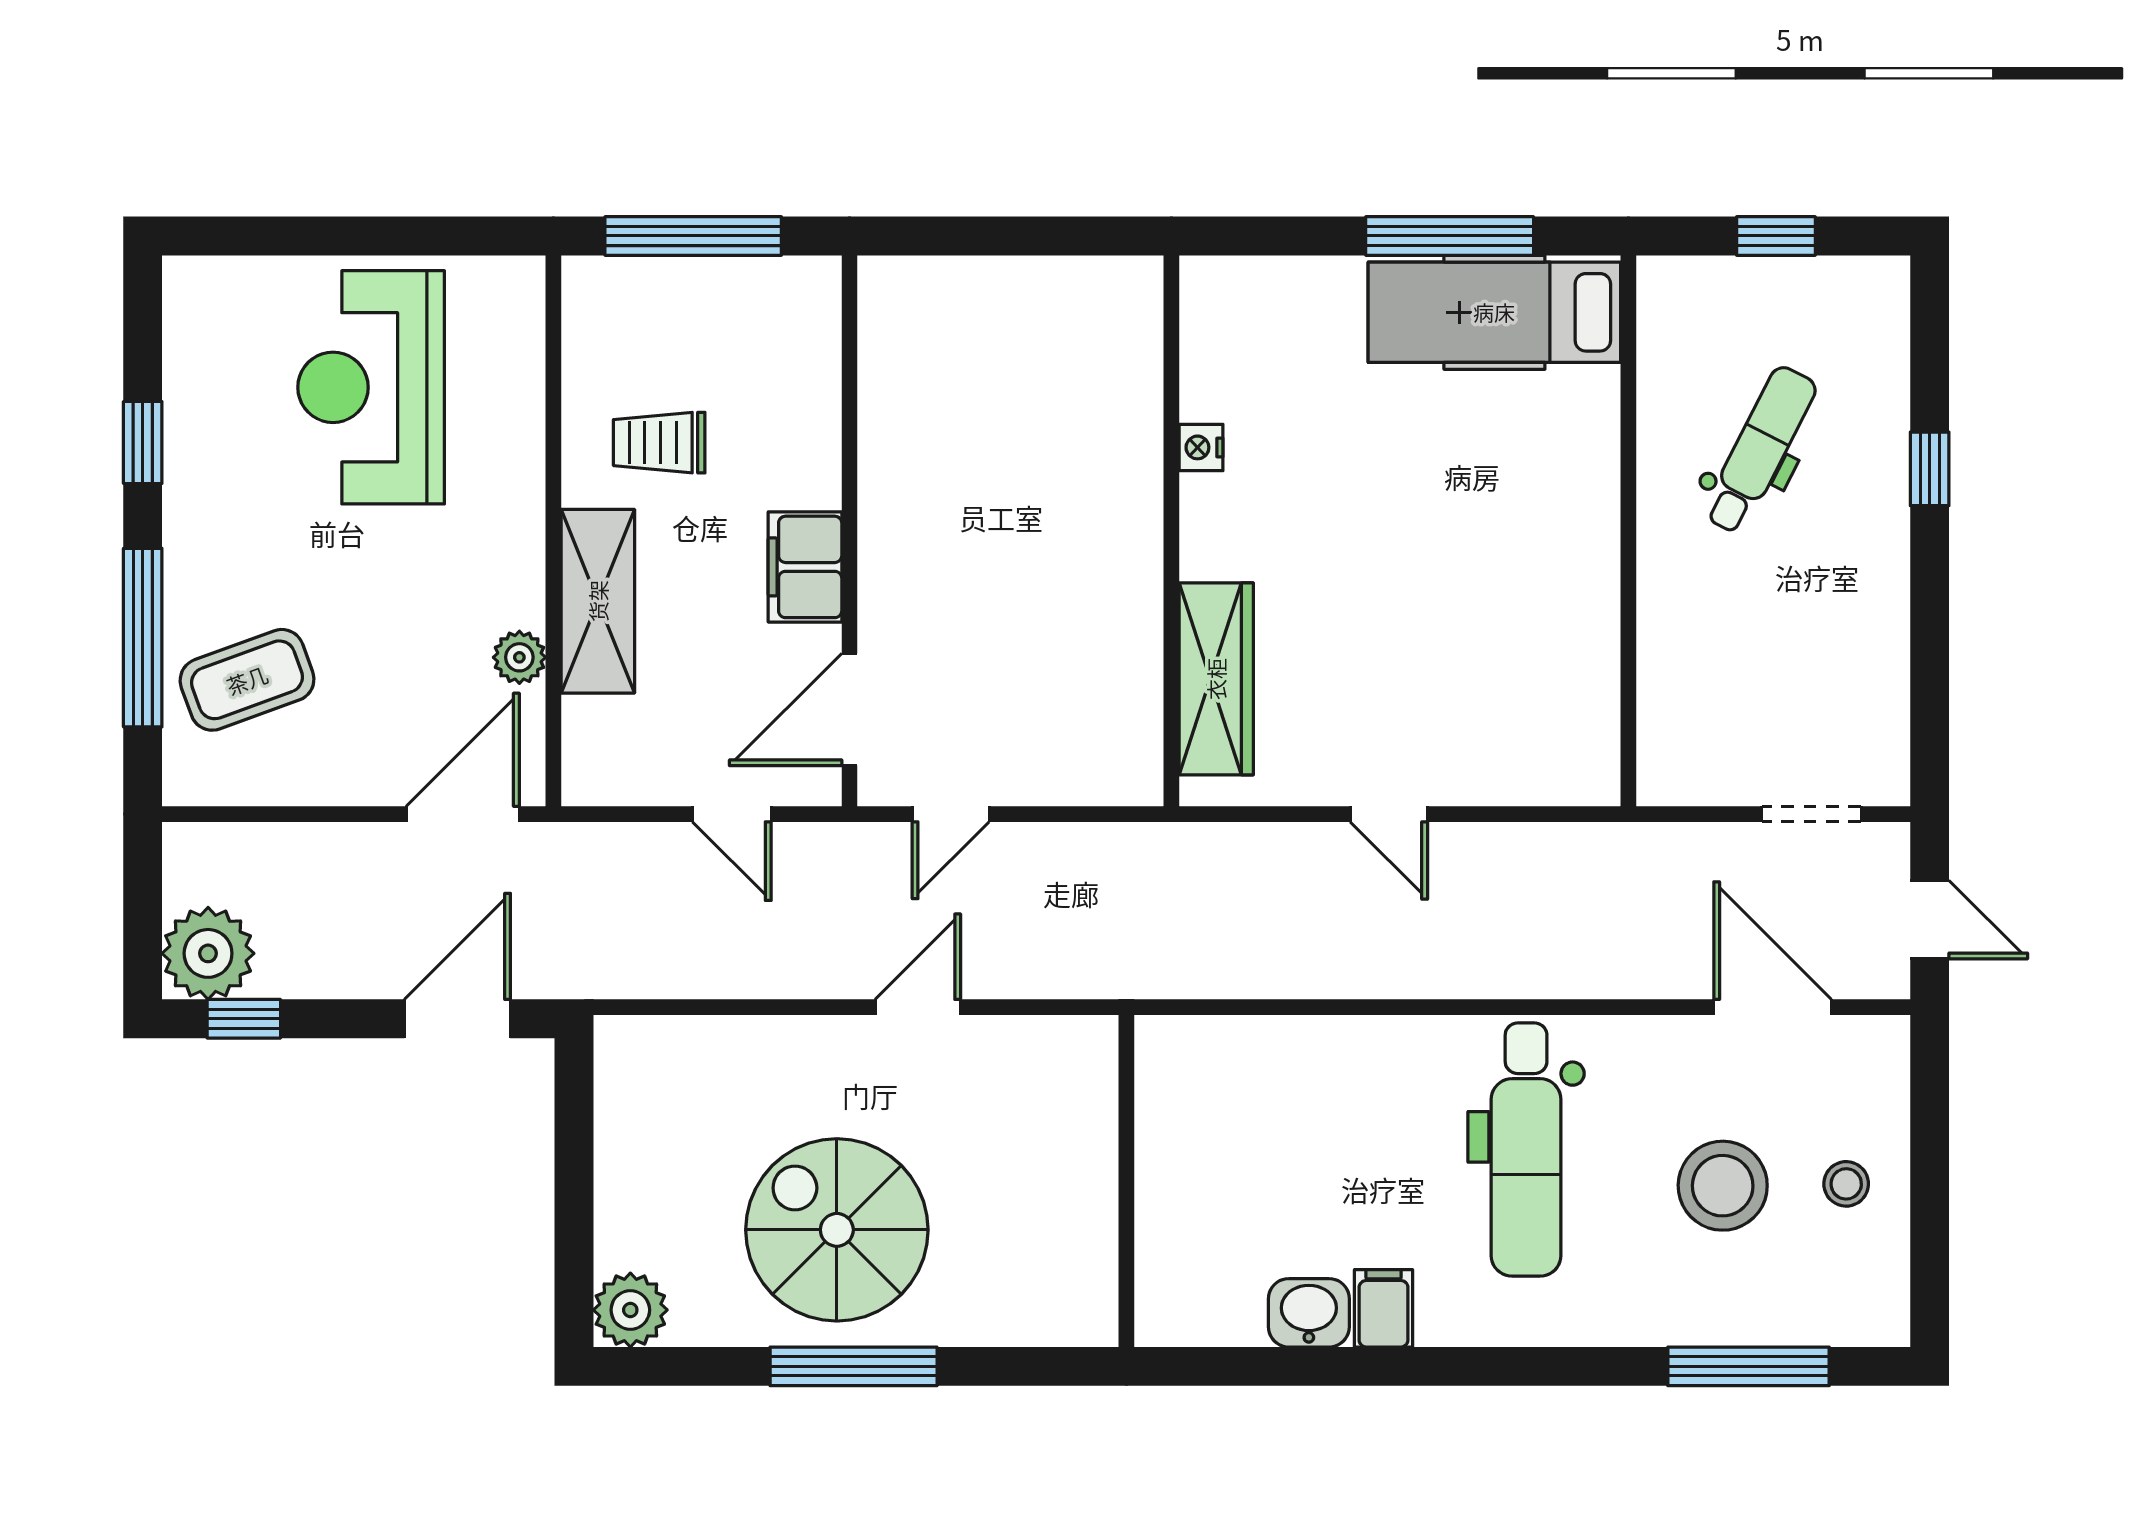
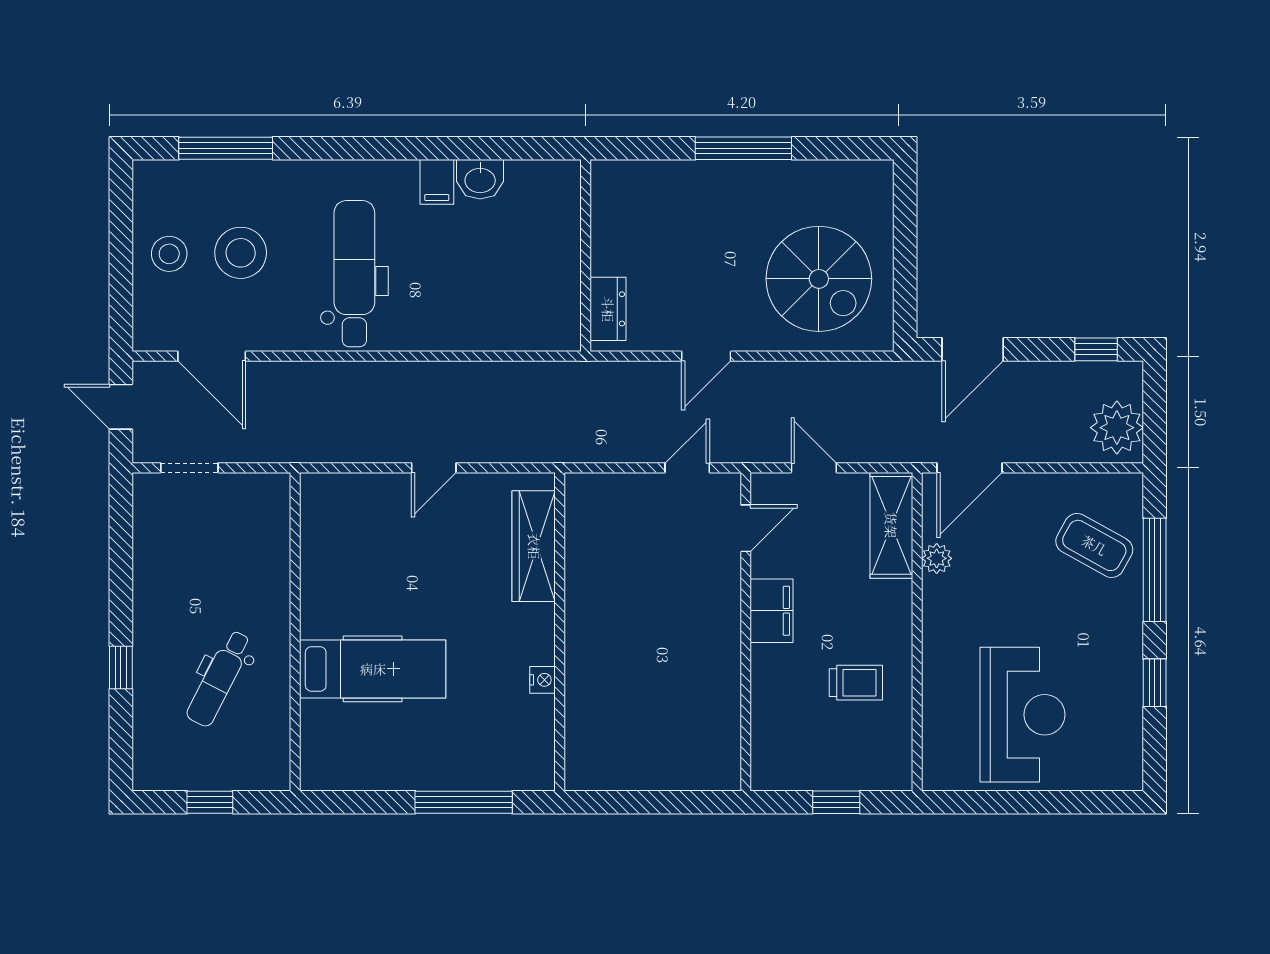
window: (693, 236) -> (836, 802), width x0.46
window: (1450, 236) -> (464, 802), moved
hospital bed: (1494, 312) -> (373, 669), moved
shelving: (598, 601) -> (891, 525), moved
coffee table: (247, 680) -> (1094, 545), turned 49
door: (849, 710) -> (746, 528), width x0.73
door: (1389, 814) -> (434, 468), swing flipped
plant: (208, 953) -> (1117, 428), moved
dresser: (1088, 1089) -> (608, 309), added
stool: (1846, 1184) -> (169, 254), width x1.37, depth x1.37
spiral stairs: (837, 1230) -> (819, 279), moved
plant: (630, 1310) -> (873, 181), removed

